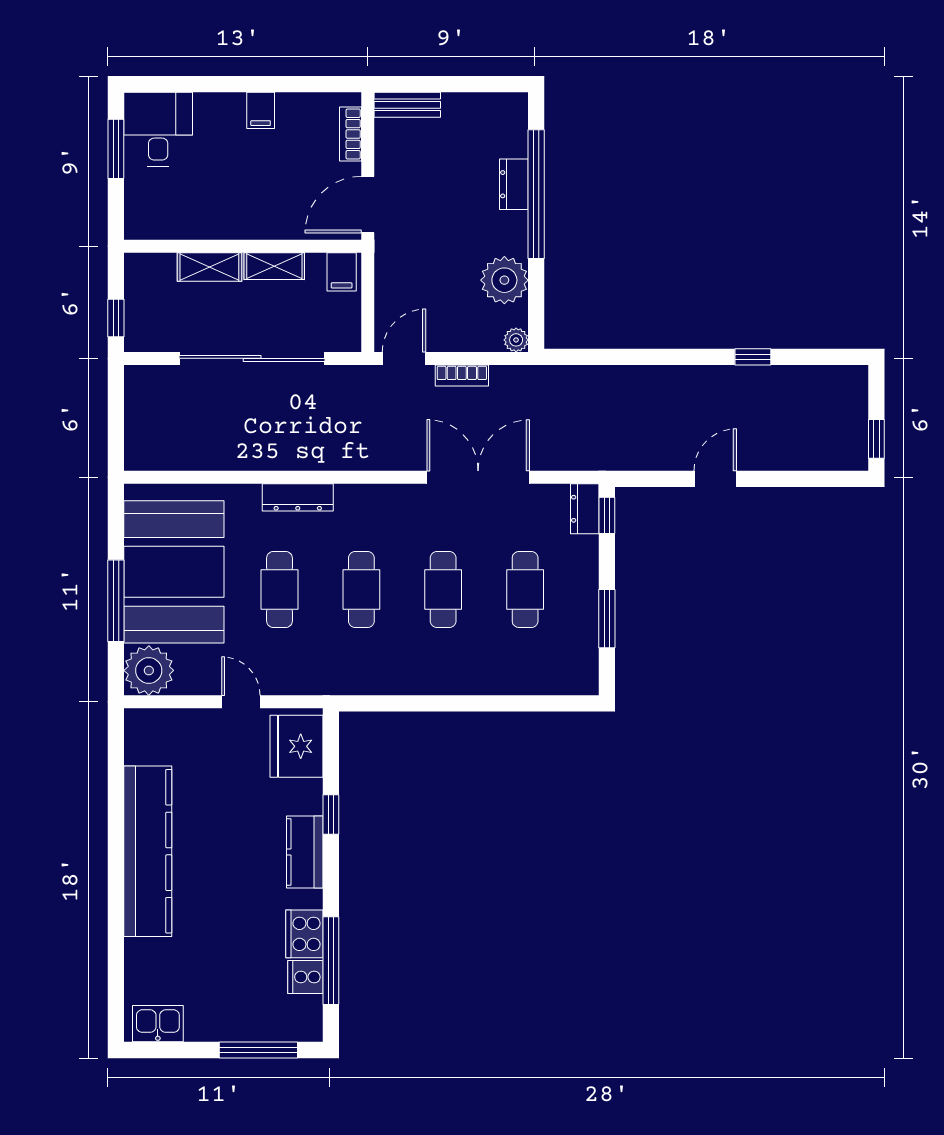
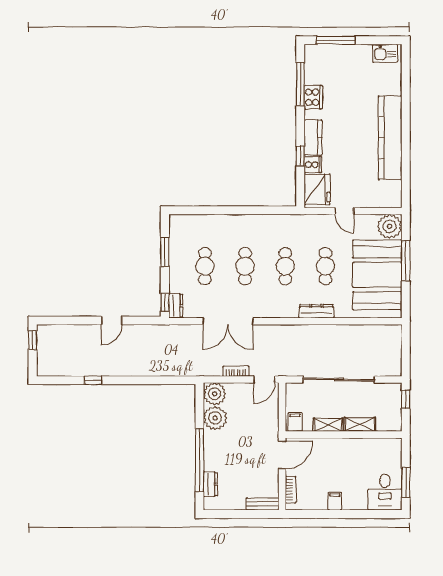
dresser: (514, 184) -> (210, 484), moved
plant: (516, 340) -> (215, 394), width x1.87, depth x1.87
cooker: (305, 977) -> (313, 165), moved

